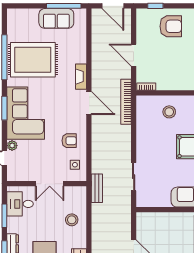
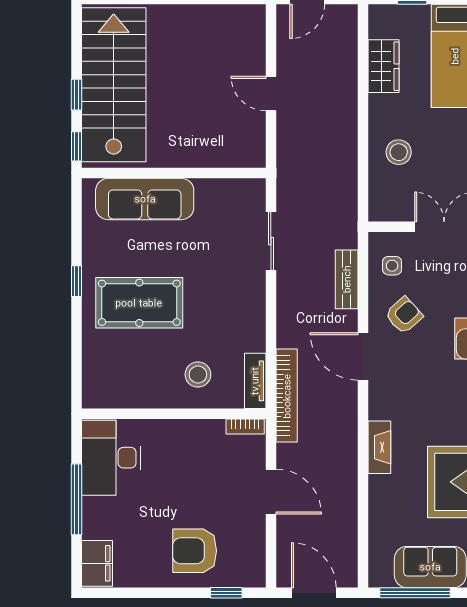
door: (89, 103) -> (363, 356), moved
tv unit: (141, 109) -> (255, 381), added
armchair: (69, 141) -> (404, 315), turned 138
bench: (97, 188) -> (347, 279), moved

